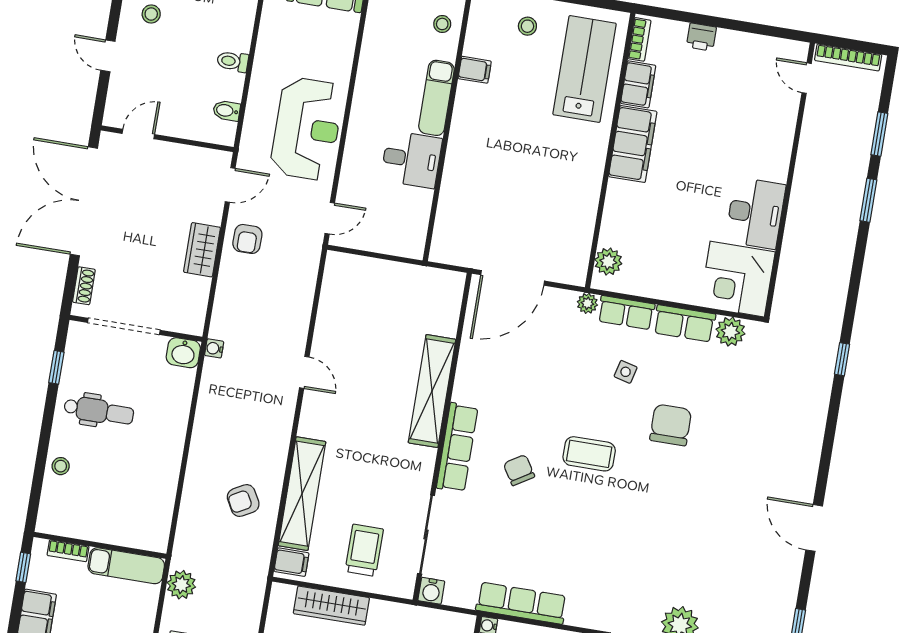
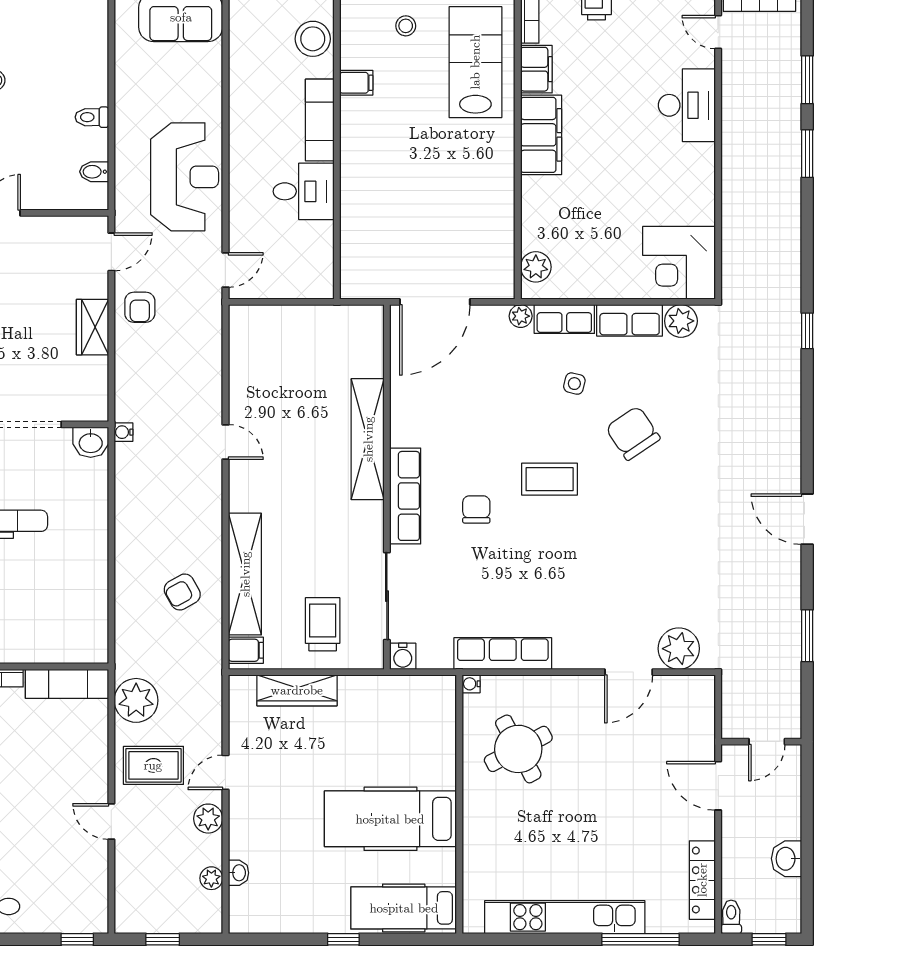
stool: (442, 24) -> (313, 39), width x1.89, depth x1.89
desk: (755, 213) -> (687, 105), moved
chair: (671, 425) -> (633, 433), turned -34
chair: (519, 470) -> (476, 509), turned 32
plant: (181, 585) -> (136, 700), width x1.36, depth x1.36

